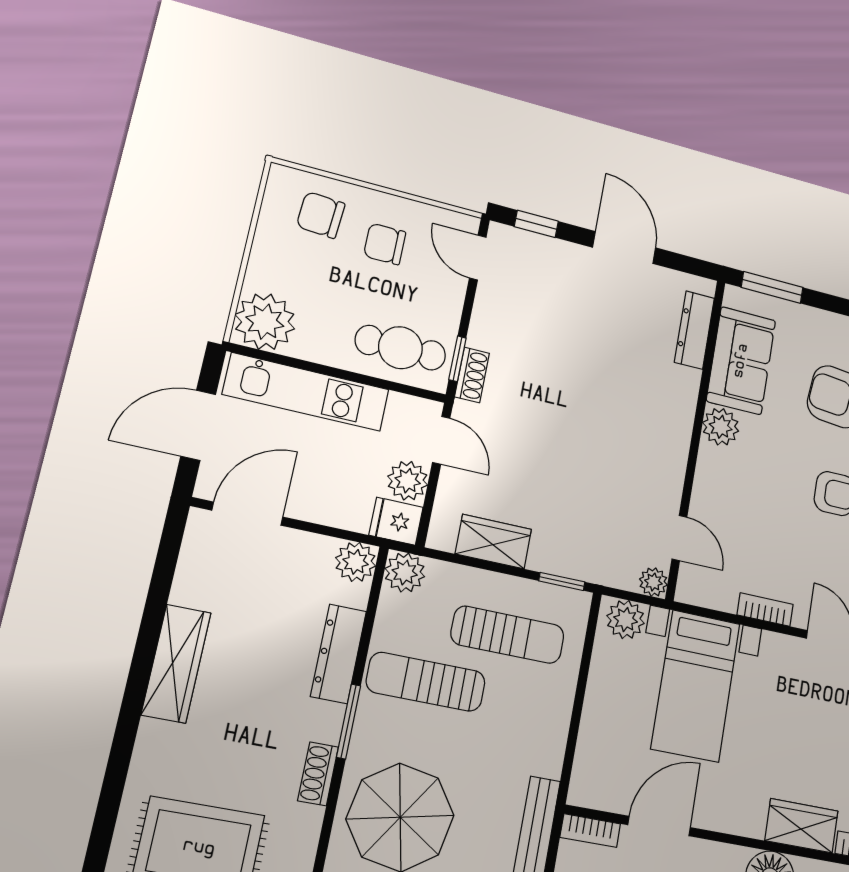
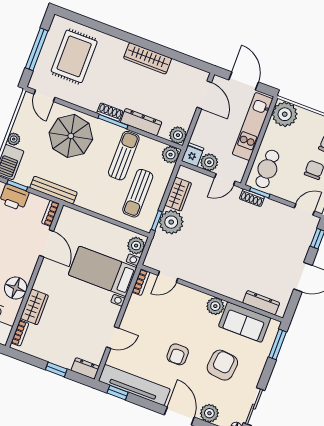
plant: (653, 582) -> (171, 222), moved, width x1.87, depth x1.87
bookcase: (765, 610) -> (141, 282), moved
shoe rack: (318, 774) -> (110, 112), moved

